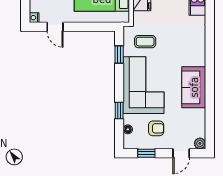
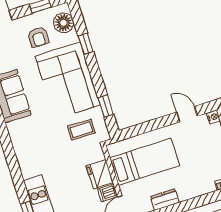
armchair: (156, 128) -> (38, 37), turned -90
floor lamp: (128, 129) -> (64, 23), width x1.89, depth x1.89

